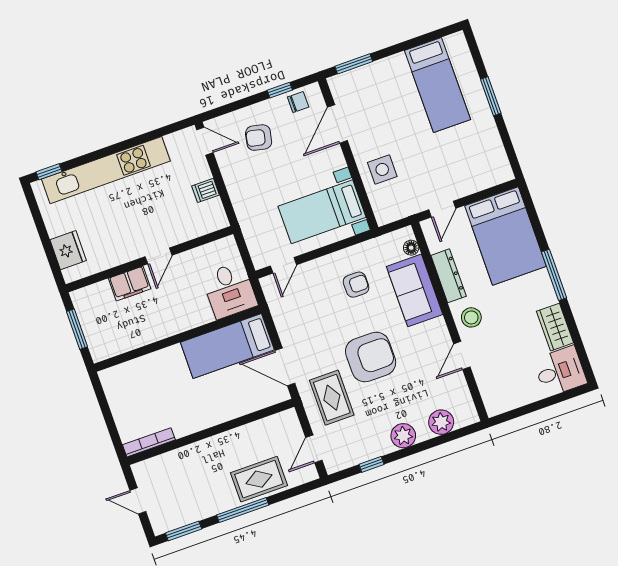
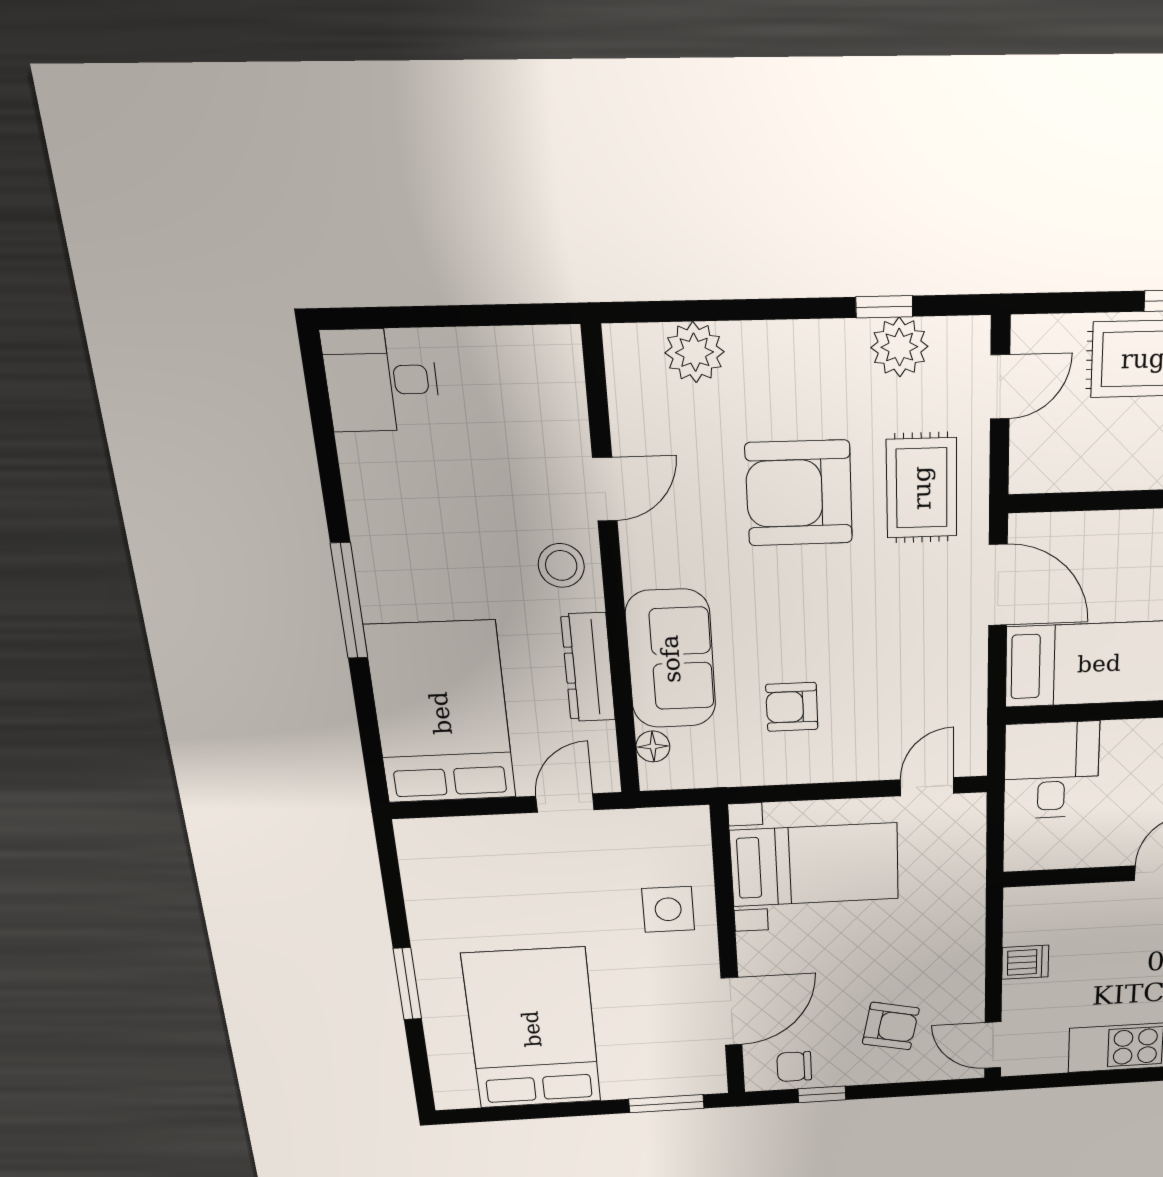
bed: (437, 85) -> (532, 1029), width x1.50
wardrobe: (555, 327) -> (372, 486), removed
armchair: (371, 357) -> (799, 493), moved
plant: (403, 436) -> (899, 347), moved

